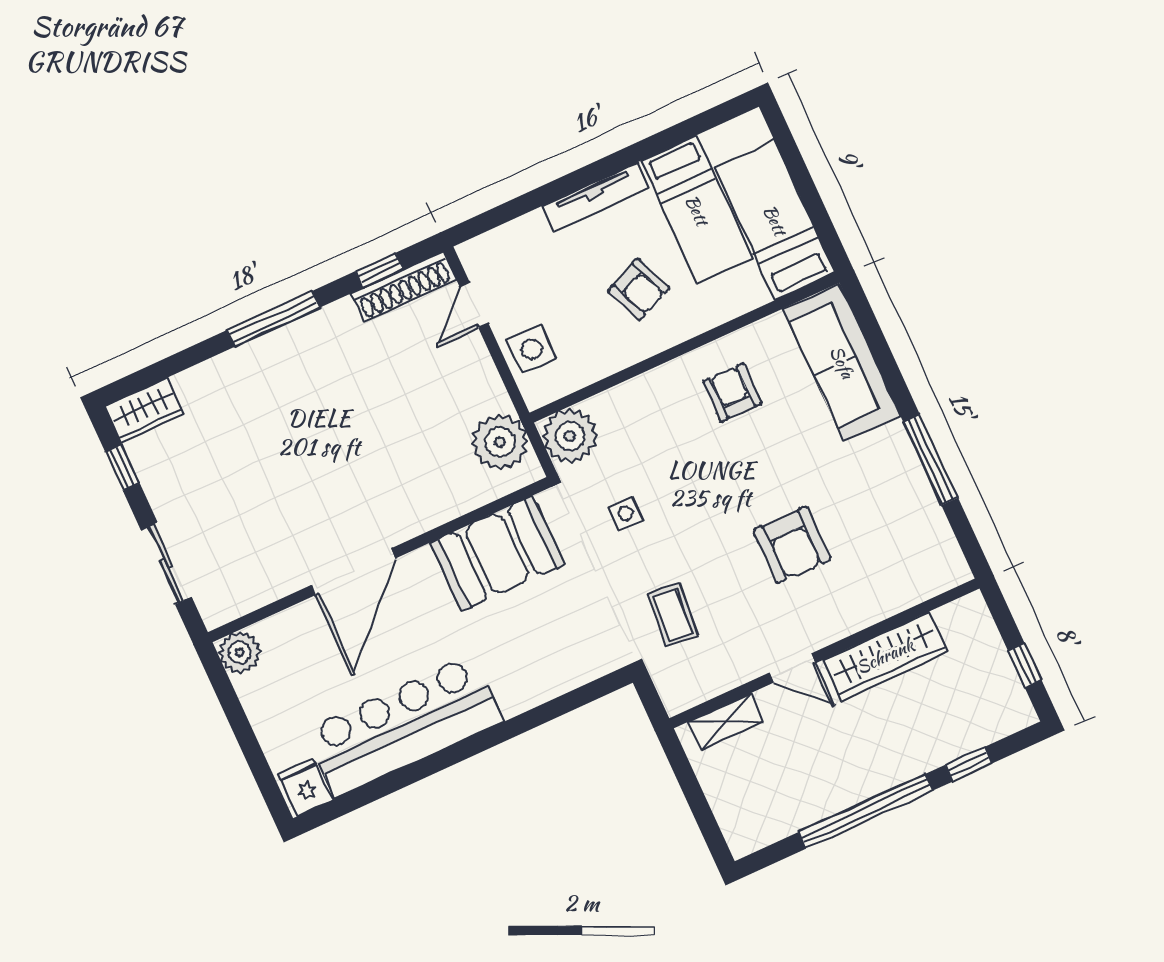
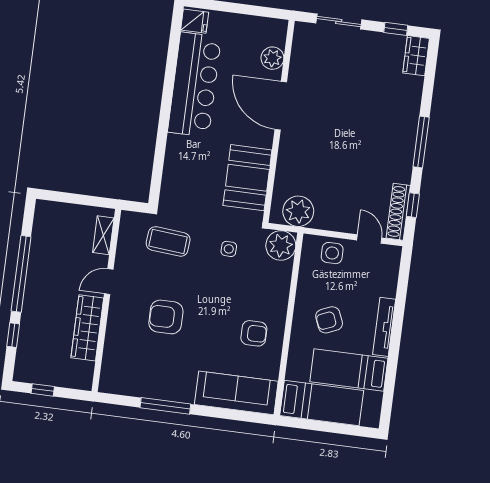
coffee table: (673, 615) -> (168, 241), width x1.36, depth x1.30
plant: (240, 652) -> (272, 58), moved

